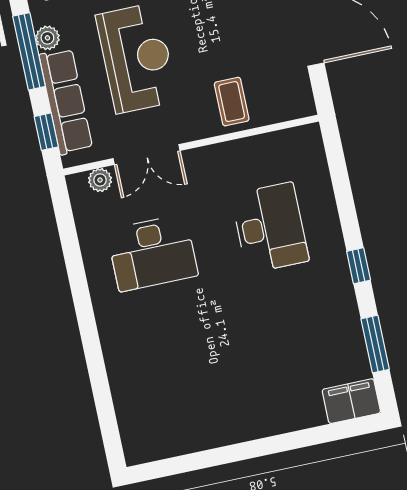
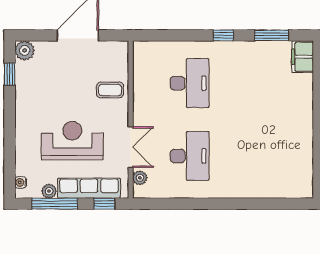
desk: (270, 228) -> (190, 83), turned 90

